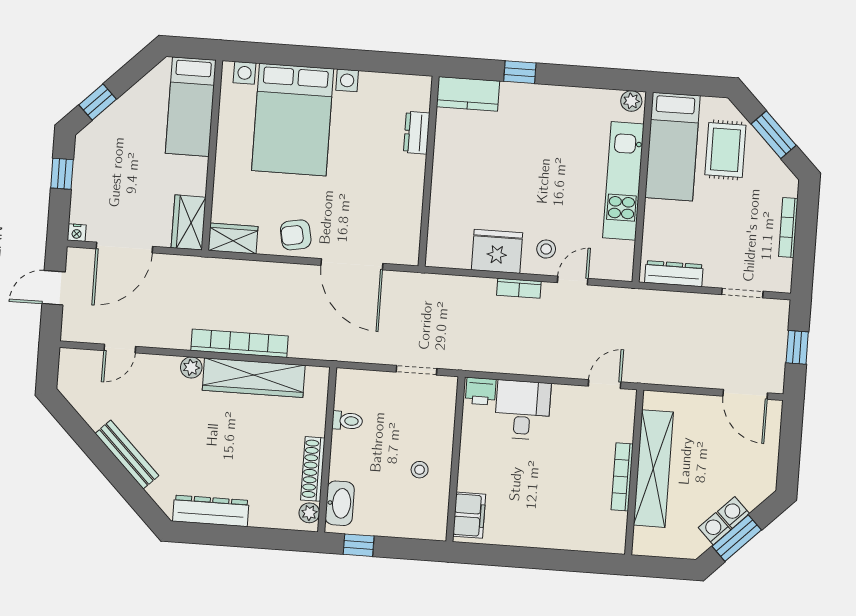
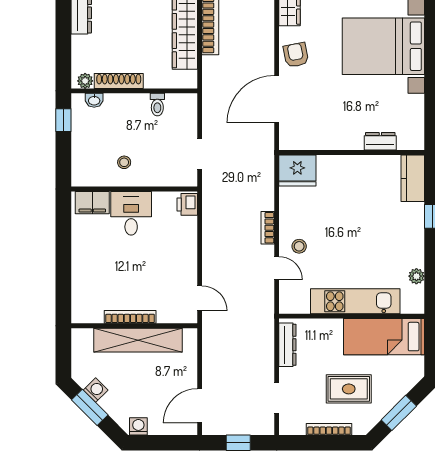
plant: (631, 101) -> (416, 276), moved
rug: (725, 150) -> (349, 389), moved
fridge: (497, 251) -> (297, 170), moved, turned 90
desk: (523, 410) -> (131, 213), moved, turned -90
washbasin: (340, 503) -> (94, 100), width x0.52, depth x0.69
washing machine: (734, 512) -> (138, 426), moved, turned -45

